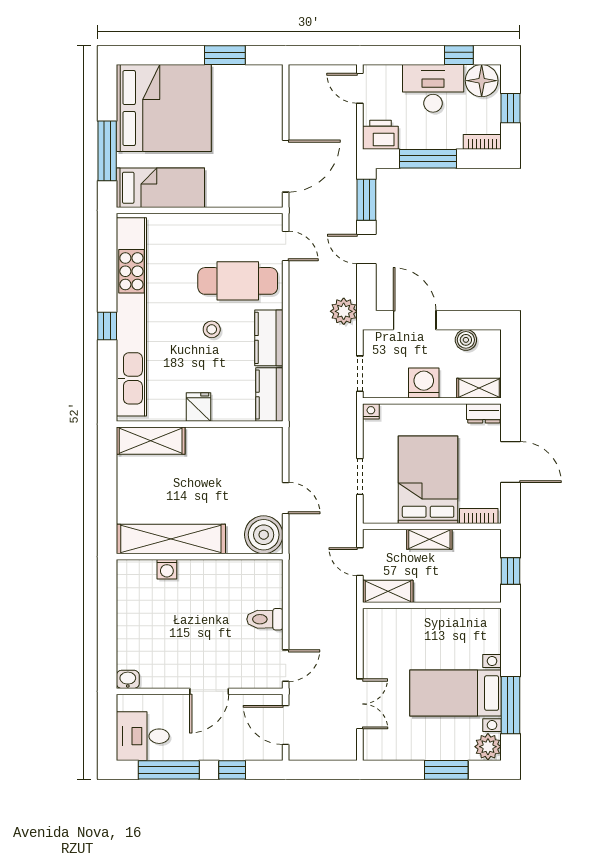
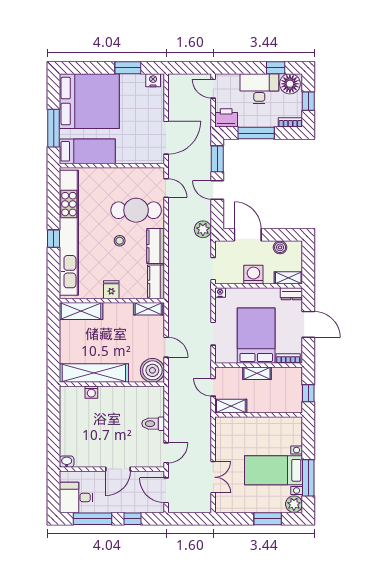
nightstand: (265, 75) -> (153, 80), added
shelving: (257, 437) -> (148, 309), added

